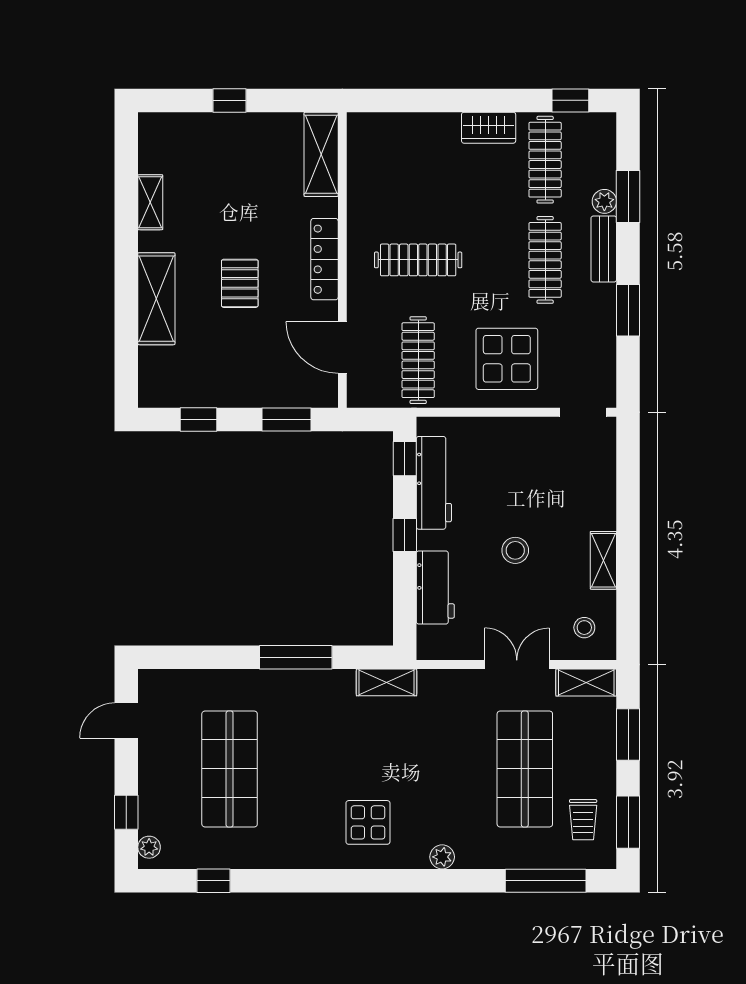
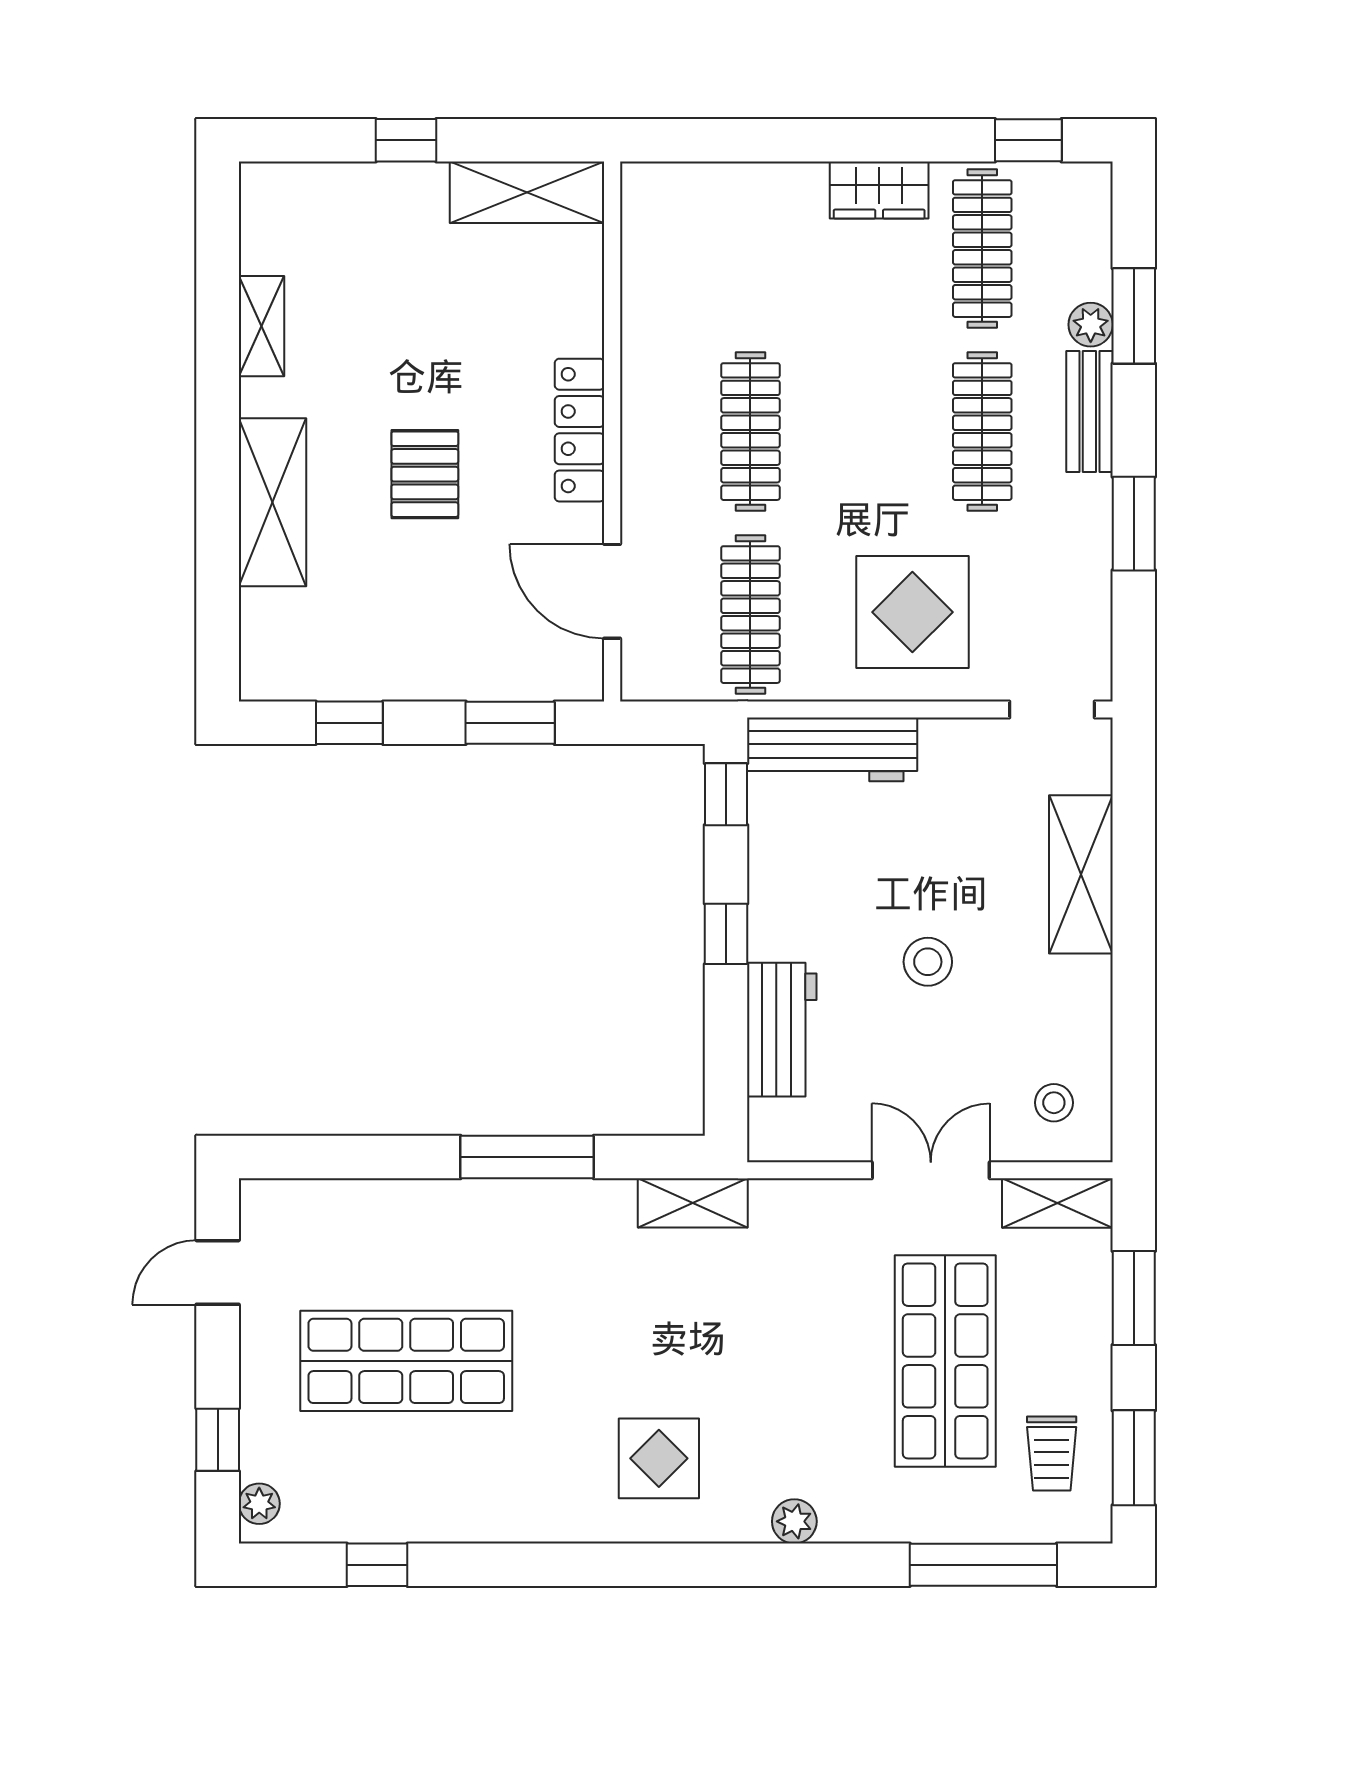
shelving: (321, 154) -> (527, 192), moved, turned 90
clothes rail: (418, 260) -> (750, 432), turned 90
workbench: (434, 483) -> (832, 749), moved, turned 90
shelving: (603, 560) -> (1081, 874), moved, width x1.50, depth x1.33
shop shelf: (230, 769) -> (406, 1361), turned 90

